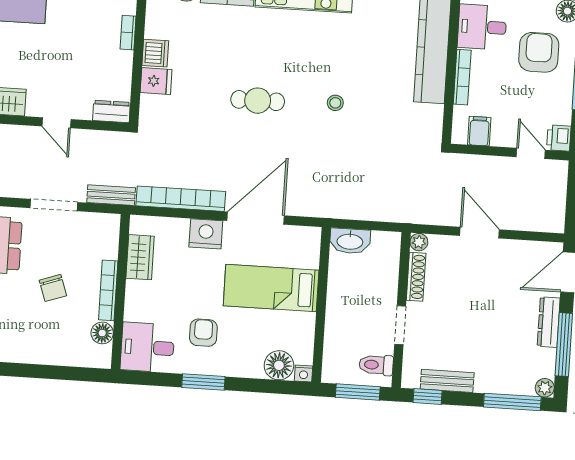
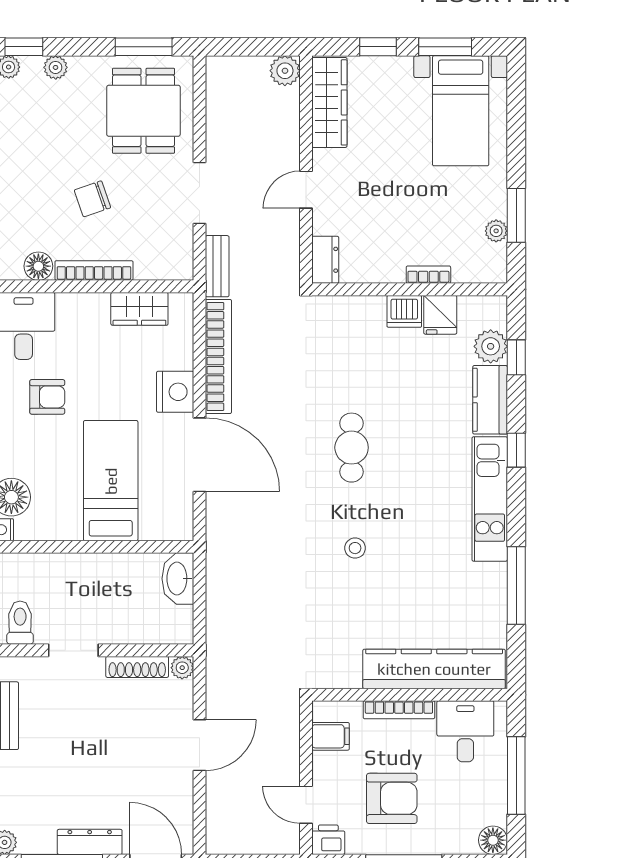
armchair: (539, 52) -> (392, 798), moved
fridge: (156, 81) -> (440, 315), moved
door: (531, 153) -> (306, 805), swing flipped

